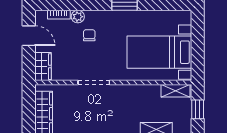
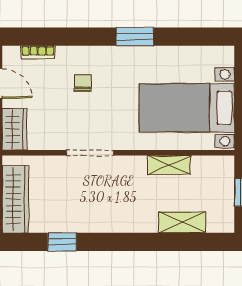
plant: (78, 17) -> (66, 55), removed
shelving: (175, 91) -> (169, 165), moved

